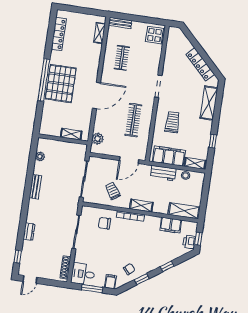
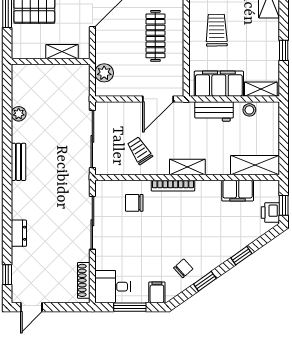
shelving: (71, 134) -> (62, 52), moved
wall: (63, 139) -> (51, 61), moved

